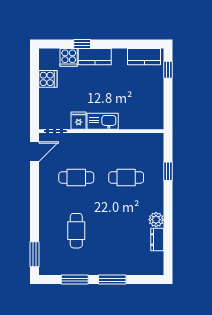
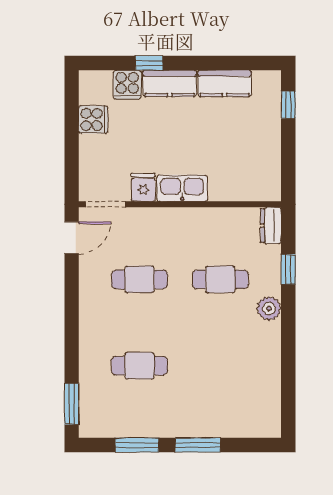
kitchen counter: (144, 57) -> (225, 83), moved
plant: (156, 220) -> (269, 308), moved
cafe table: (76, 231) -> (139, 366), turned 90
dresser: (157, 240) -> (271, 225), moved

